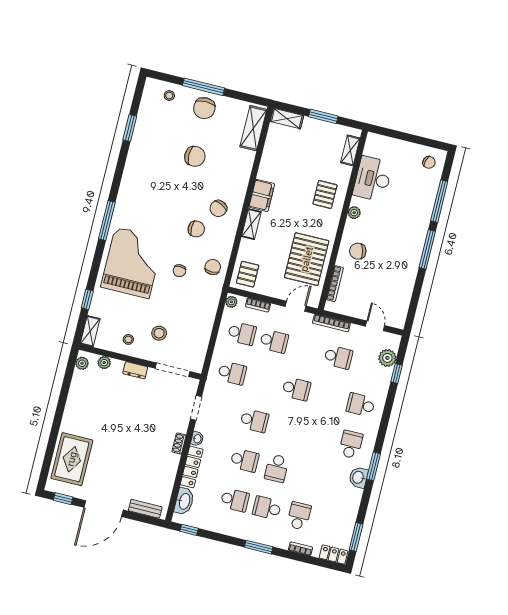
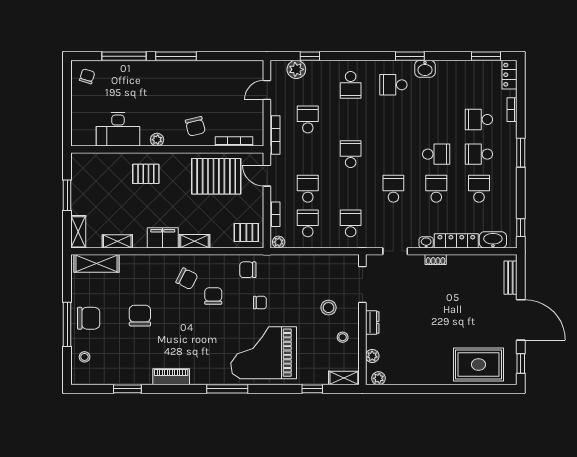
shelving: (350, 150) -> (117, 241), moved
piano: (131, 171) -> (171, 377), added
school desk: (267, 508) -> (479, 154), turned 90

